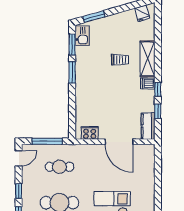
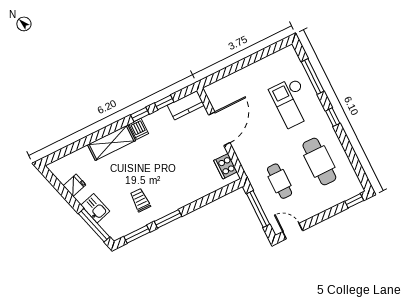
fridge: (142, 13) -> (75, 185), moved
window: (94, 17) -> (94, 225), width x1.44
kitchen sink: (82, 36) -> (95, 208), moved, turned 74
trolley: (120, 60) -> (140, 200), moved
window: (19, 191) -> (329, 213), removed

